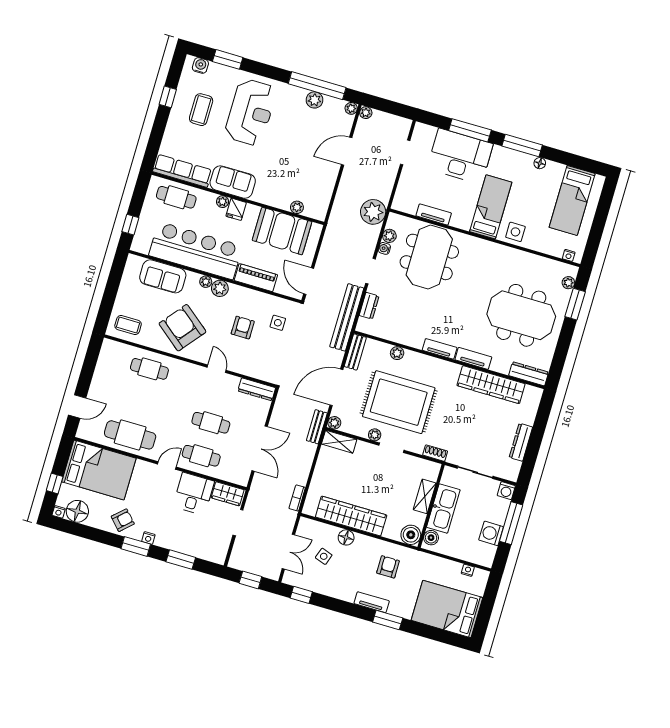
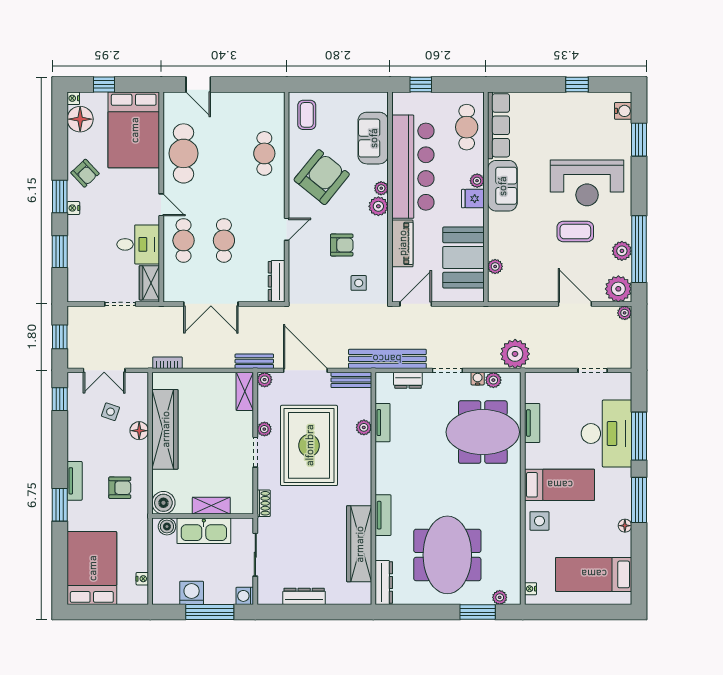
plant: (351, 108) -> (618, 289), width x1.88, depth x1.88
coffee table: (201, 110) -> (575, 232), moved
tv unit: (440, 349) -> (383, 423), moved

